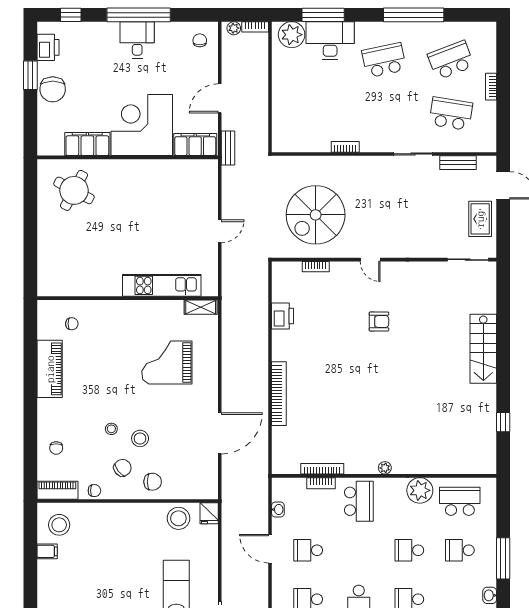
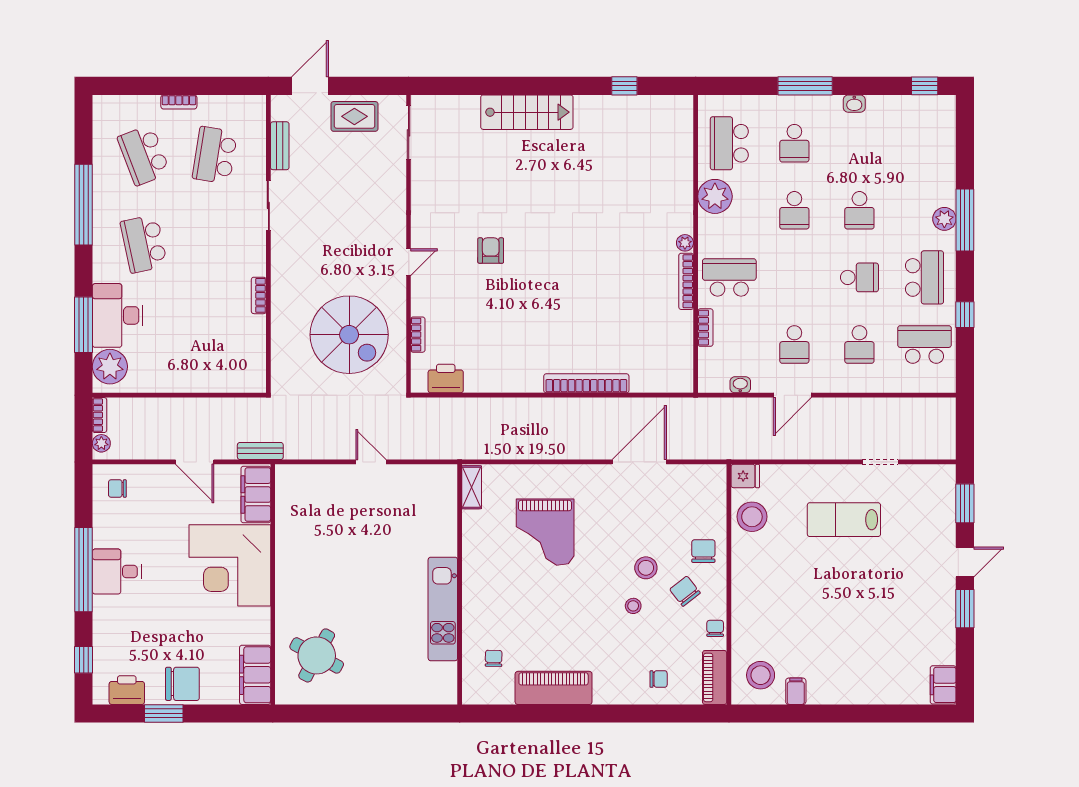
filing cabinet: (87, 144) -> (255, 675), moved
kitchen unit: (162, 285) -> (443, 609), moved
printer: (283, 316) -> (446, 379), moved
door: (220, 433) -> (639, 462), hinge flipped
bookcase: (322, 469) -> (686, 281), moved

